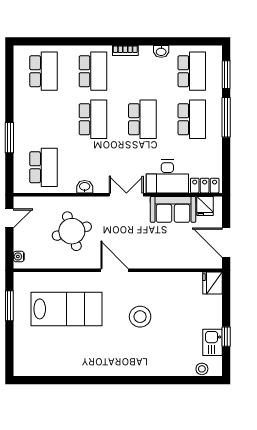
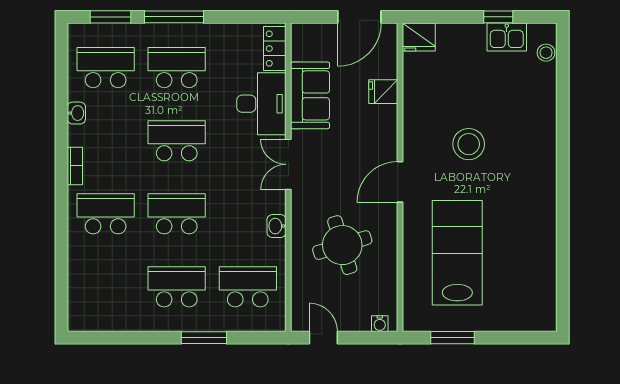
school desk: (44, 71) -> (177, 287), moved
fridge: (205, 206) -> (383, 92), moved, turned 180

